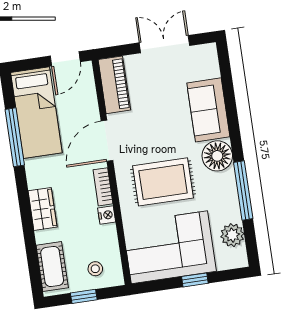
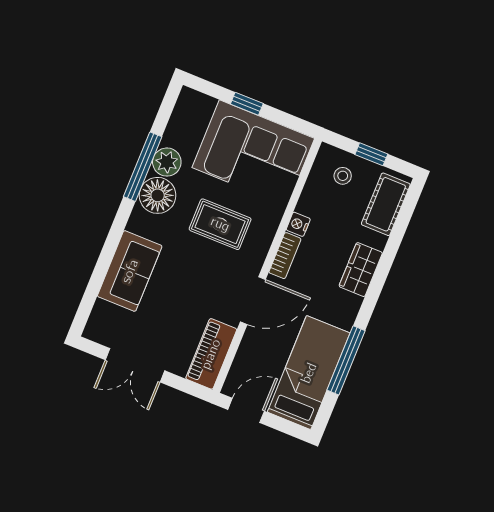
floor lamp: (217, 156) -> (158, 195), moved
rug: (163, 182) -> (220, 224), width x0.73, depth x0.70
plant: (232, 235) -> (167, 162), moved

